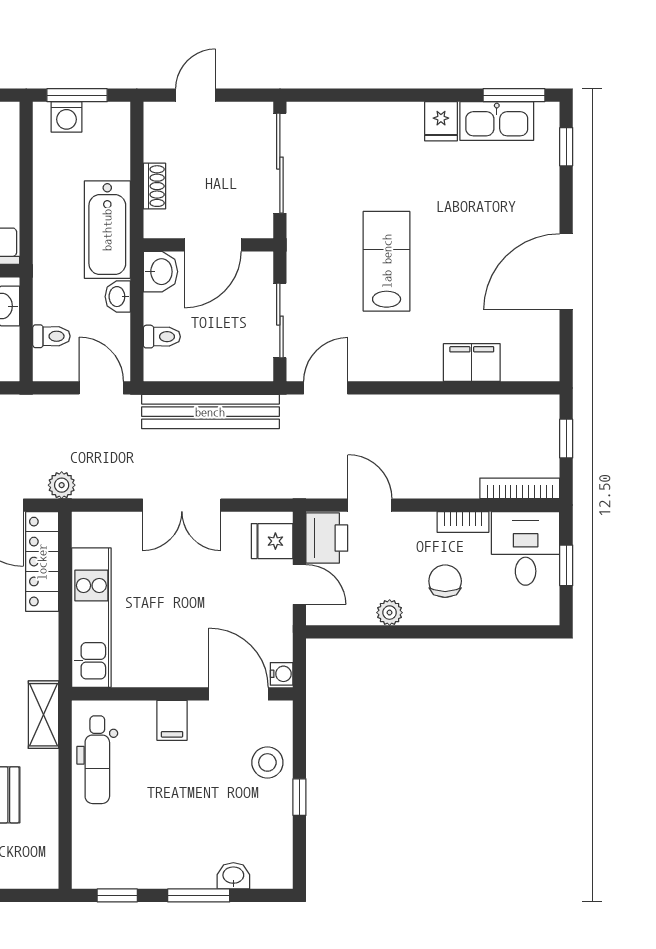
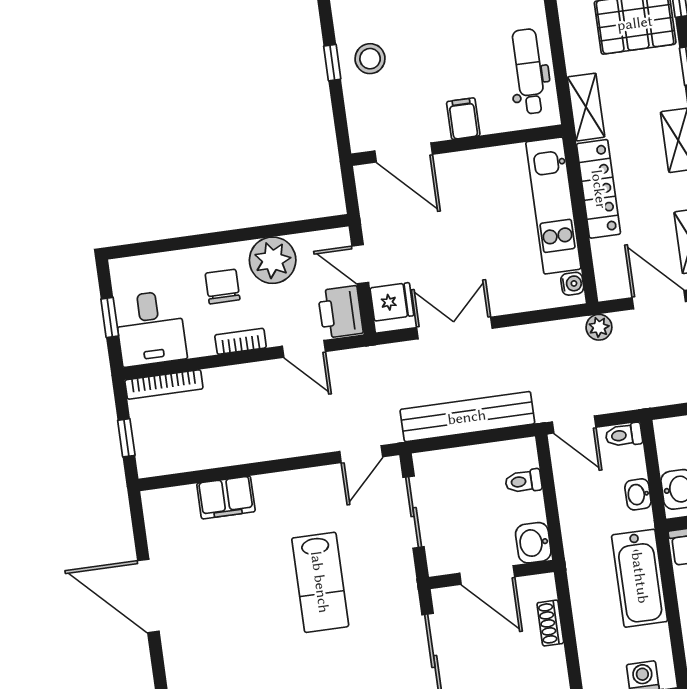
bathtub: (107, 230) -> (640, 578), moved, turned 180
door: (213, 245) -> (487, 575), swing flipped
door: (566, 272) -> (148, 596), swing flipped
washbasin: (118, 297) -> (638, 494), moved, turned 180
toilet: (51, 336) -> (624, 435), moved
double door: (182, 505) -> (454, 328), moved
bookcase: (463, 522) -> (241, 341), moved
locker: (42, 562) -> (599, 189), moved
chair: (445, 581) -> (223, 287), turned 180
plant: (390, 613) -> (273, 260), width x1.88, depth x1.88
water cooler: (282, 674) -> (572, 284), moved, turned 180
stool: (267, 762) -> (370, 59), moved

